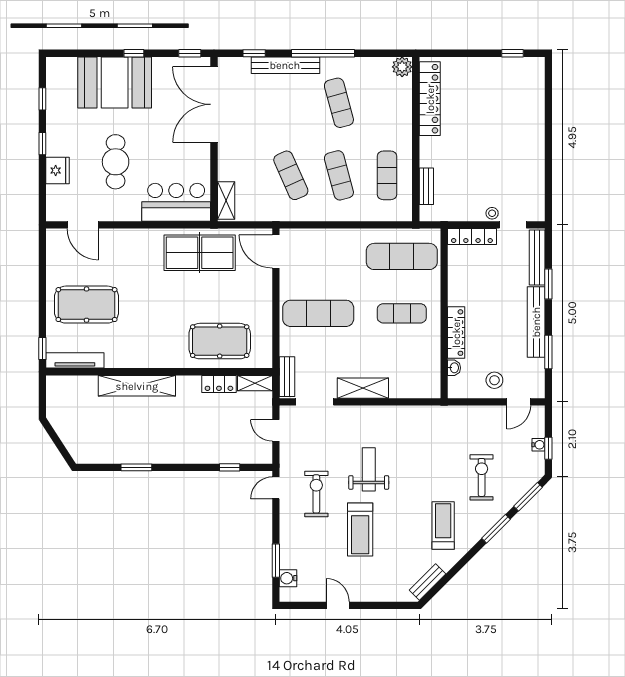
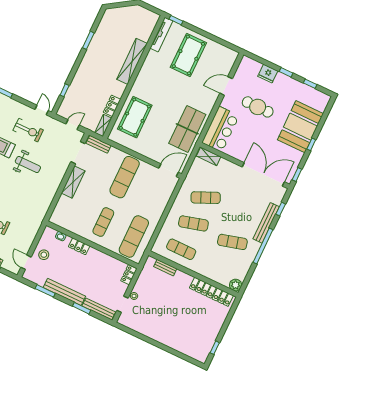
door: (83, 225) -> (226, 86), moved
locker: (472, 236) -> (129, 275), width x0.66
locker: (456, 333) -> (79, 246), width x0.66

